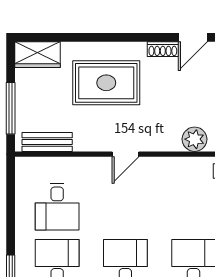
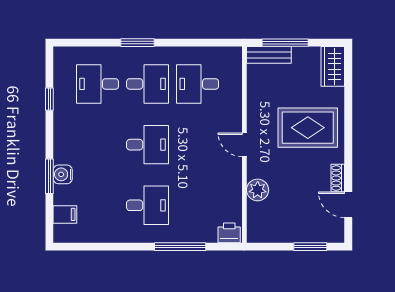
rug: (106, 83) -> (308, 128), turned 90
plant: (195, 139) -> (258, 190), moved
bench: (47, 142) -> (269, 55), moved, turned 90

